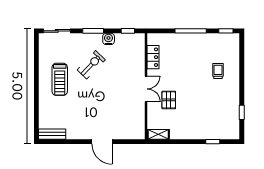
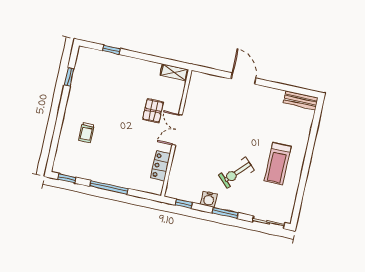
treadmill: (60, 79) -> (278, 164), turned 180

